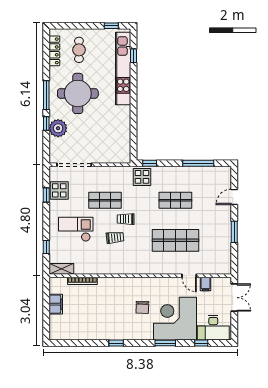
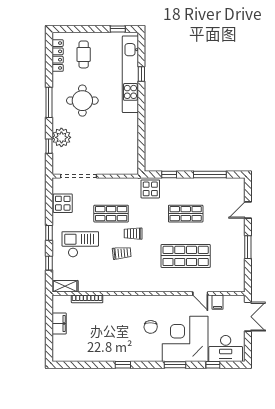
window: (134, 56) -> (141, 74), moved
round table: (78, 93) -> (82, 101), width x0.73, depth x0.73
window: (46, 124) -> (49, 146), moved
window: (150, 163) -> (169, 174), moved
window: (46, 195) -> (49, 233), moved

